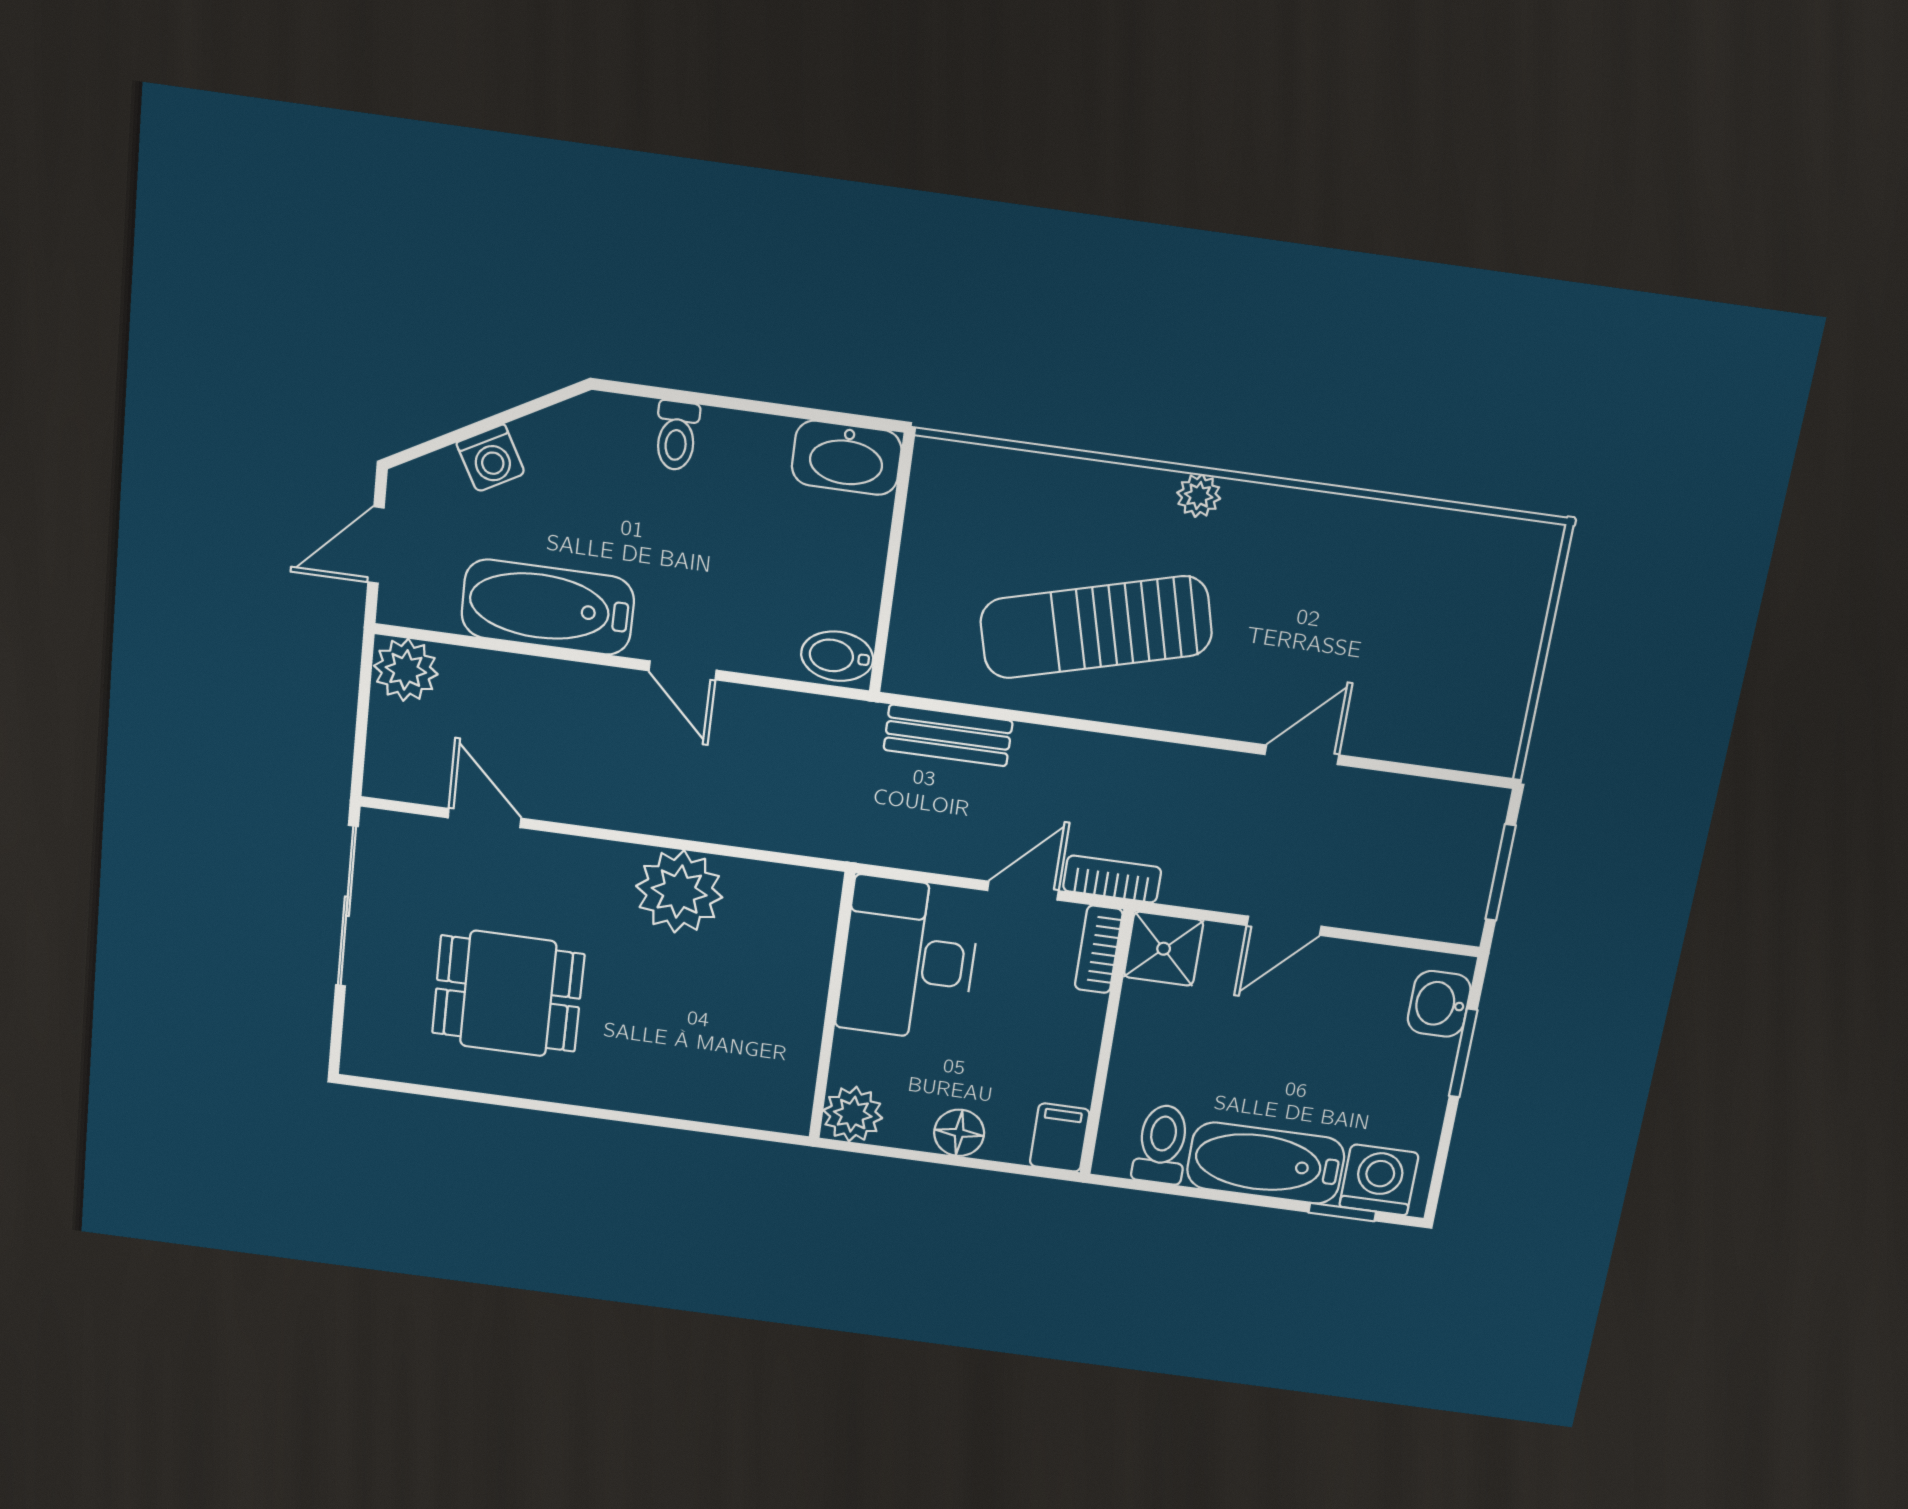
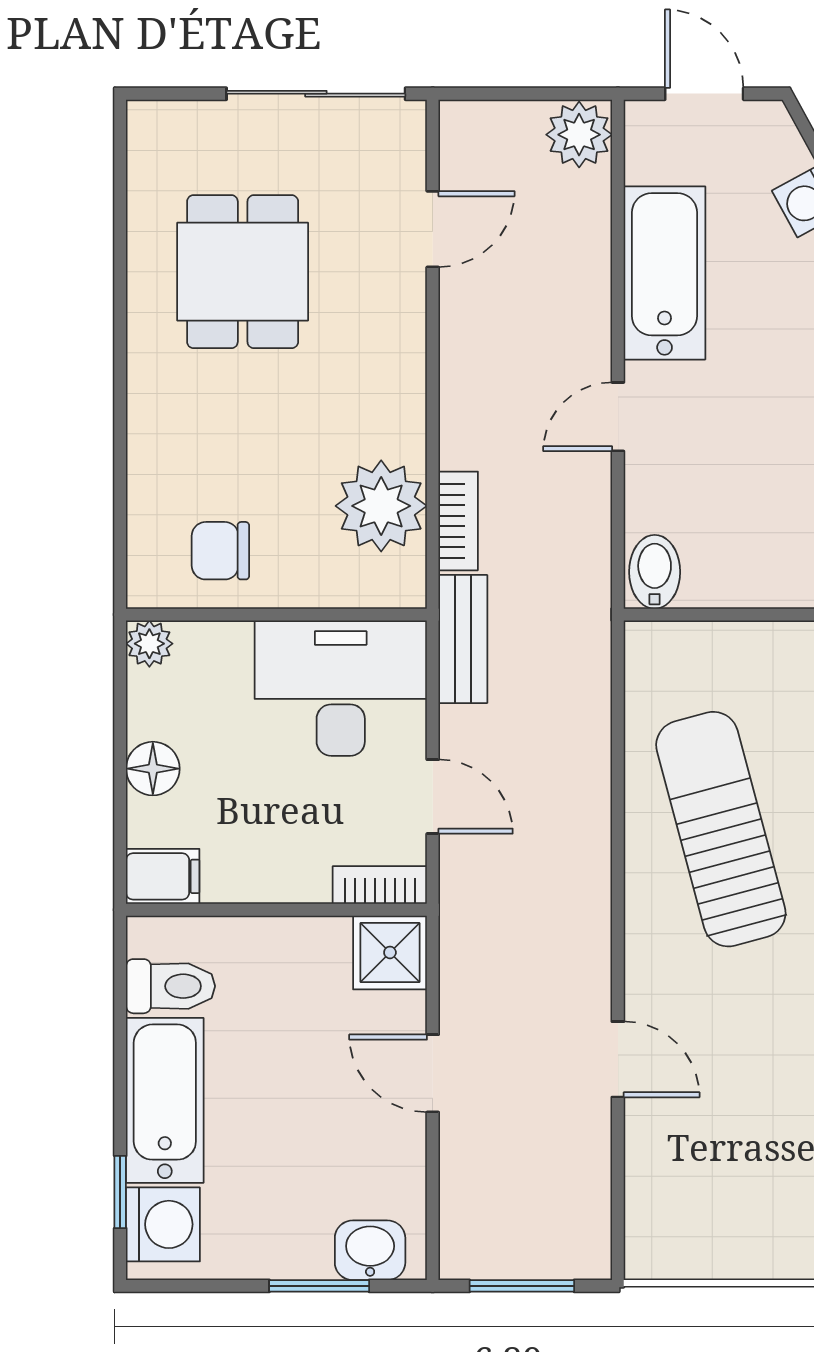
bench: (948, 735) -> (463, 639), moved
bookcase: (1112, 879) -> (458, 521), moved
plant: (679, 892) -> (381, 506), moved
chair: (766, 1048) -> (220, 551), added
plant: (853, 1114) -> (149, 644), width x0.73, depth x0.73

